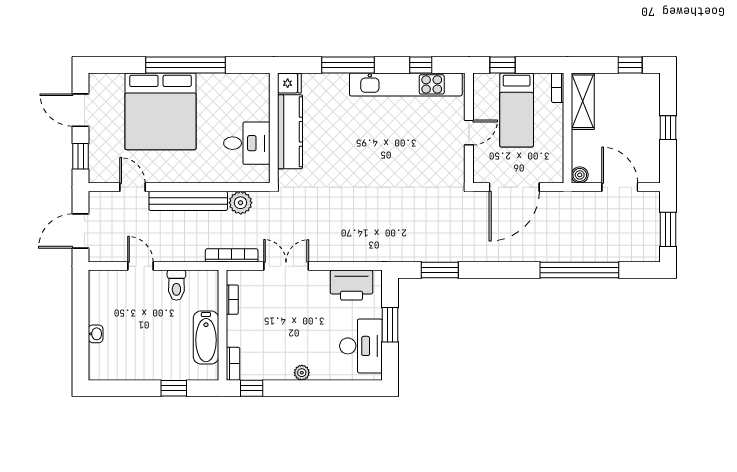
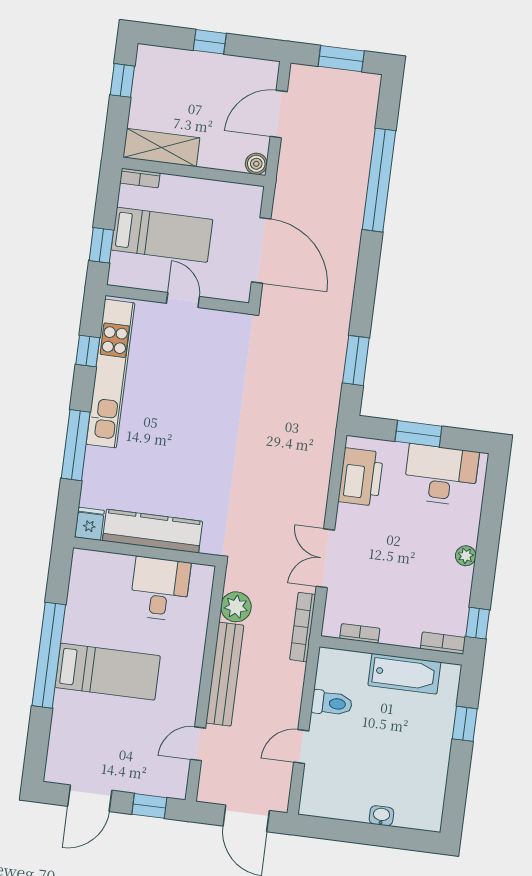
bed: (161, 111) -> (108, 672), width x0.49

